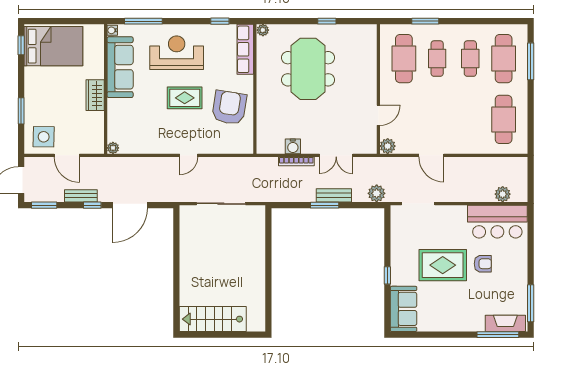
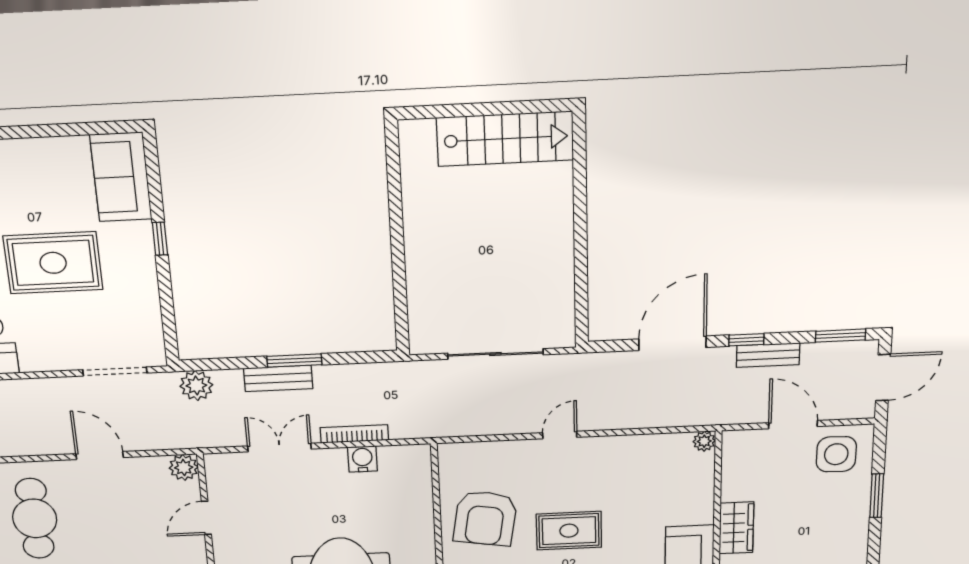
cafe table: (470, 119) -> (35, 518), added

